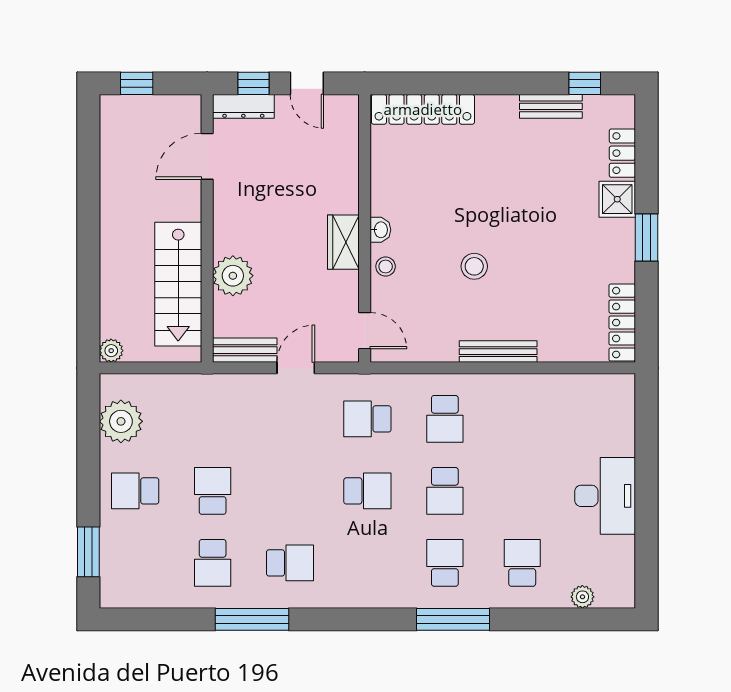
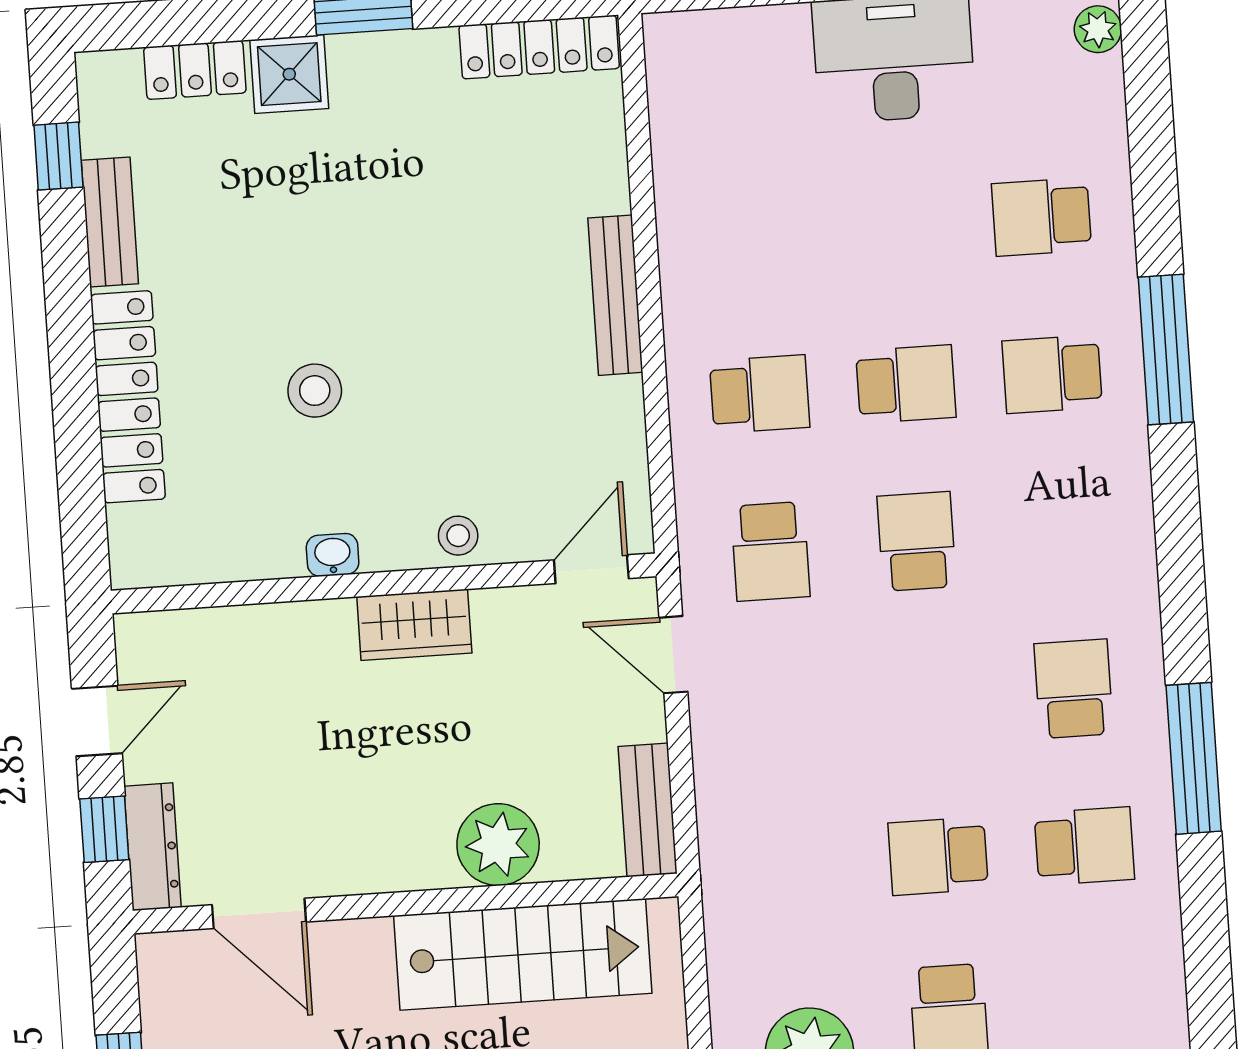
locker: (423, 109) -> (128, 397), moved
washbasin: (380, 230) -> (333, 555), moved
stool: (474, 266) -> (315, 391), moved
door: (296, 368) -> (673, 655), moved
plant: (582, 597) -> (1098, 29), moved

